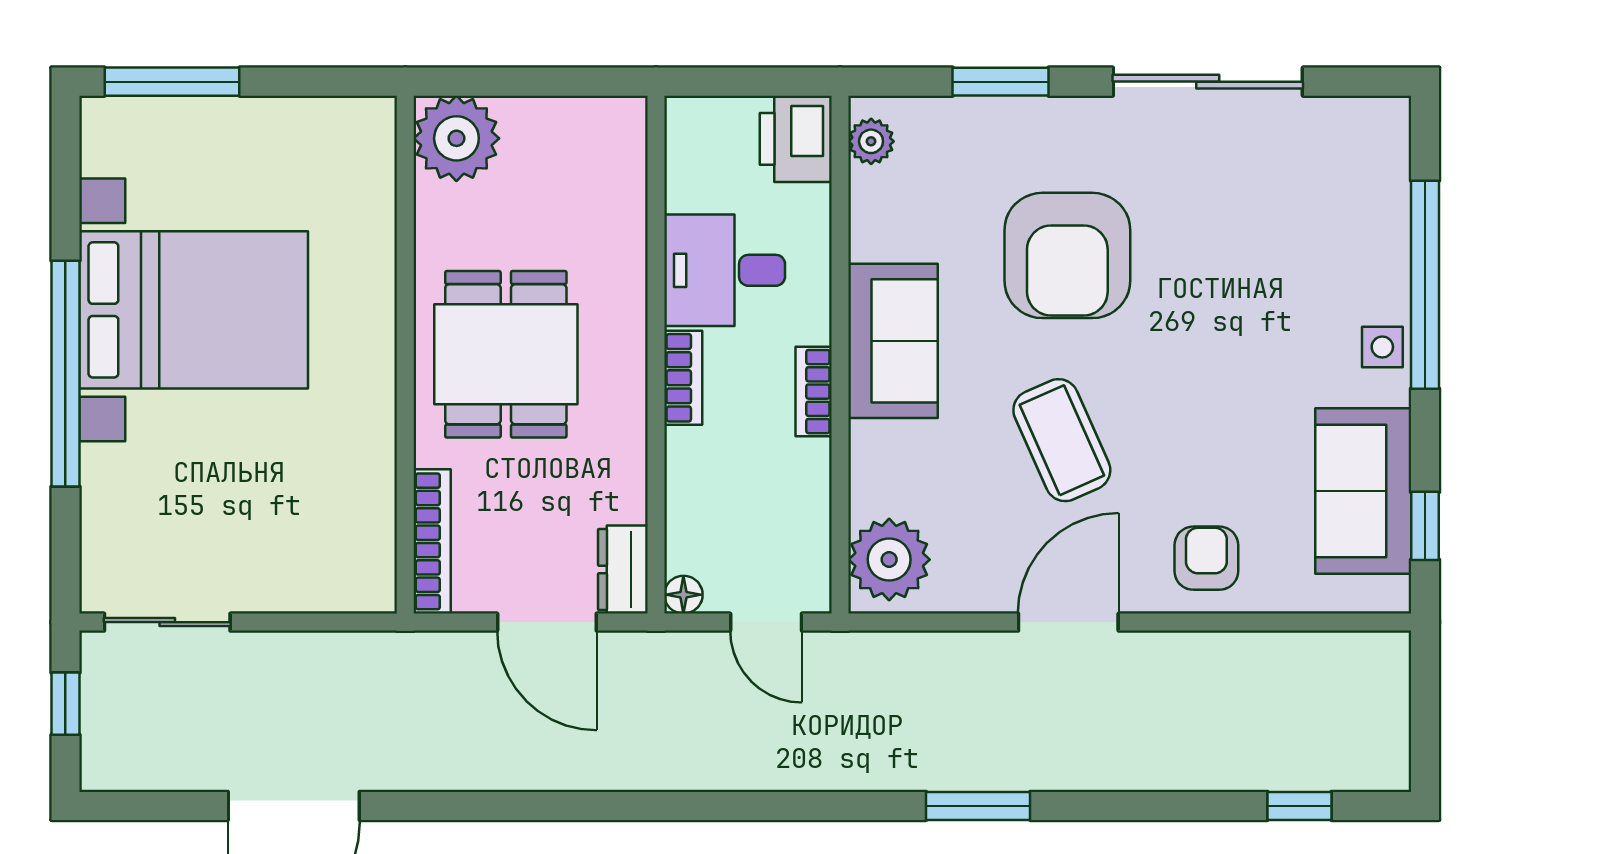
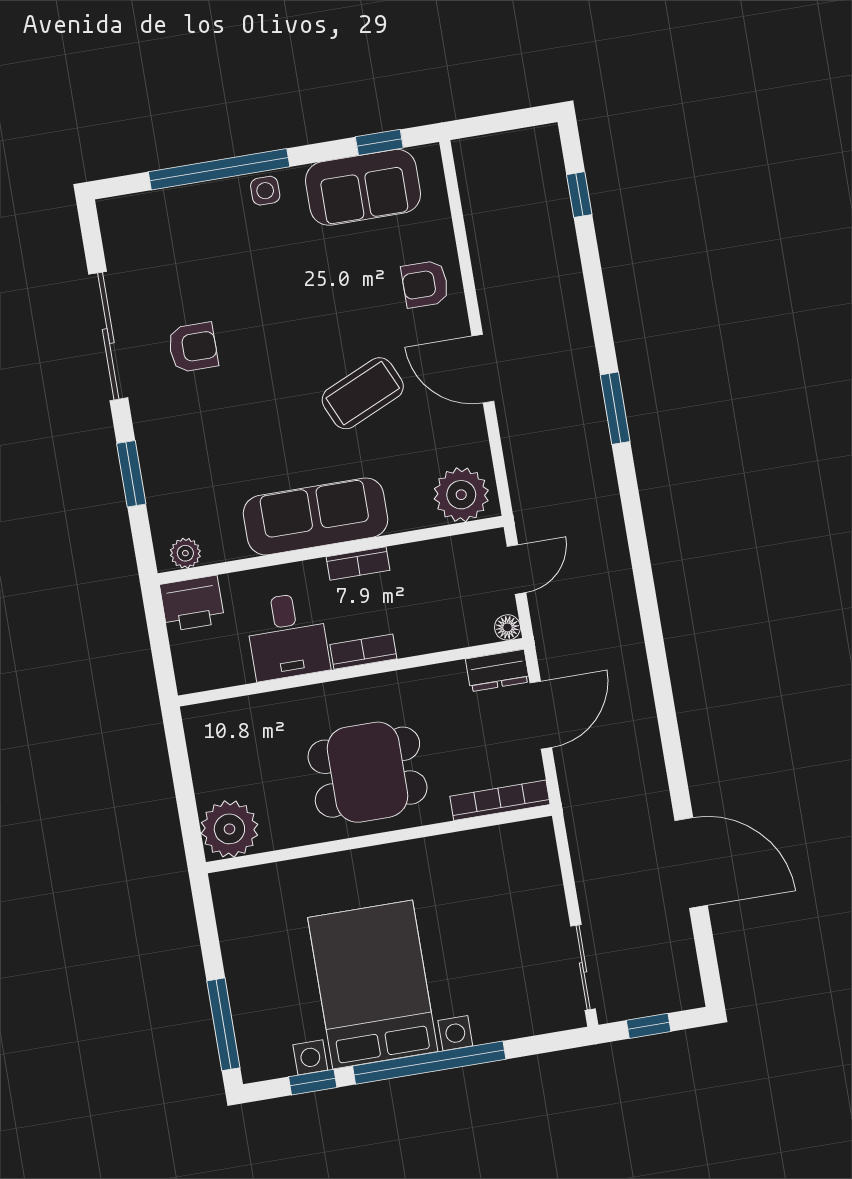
window: (65, 198) -> (313, 1082), added
armchair: (1067, 255) -> (193, 347), moved, width x0.53, depth x0.53
sofa: (893, 341) -> (316, 516), width x1.36

